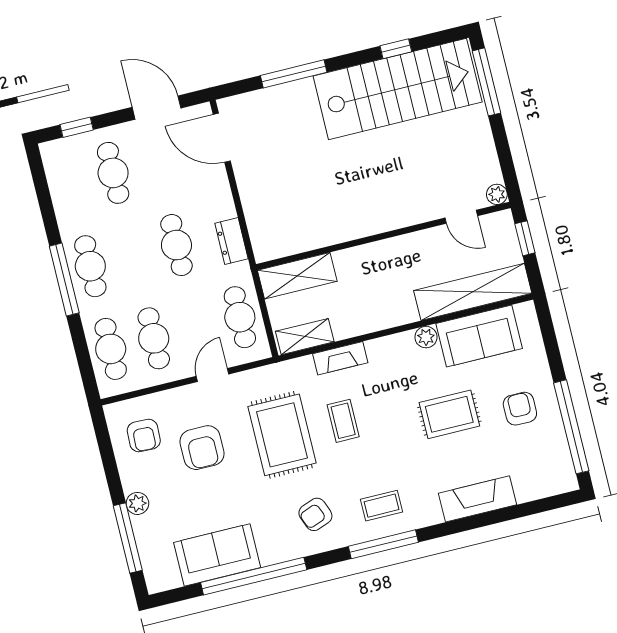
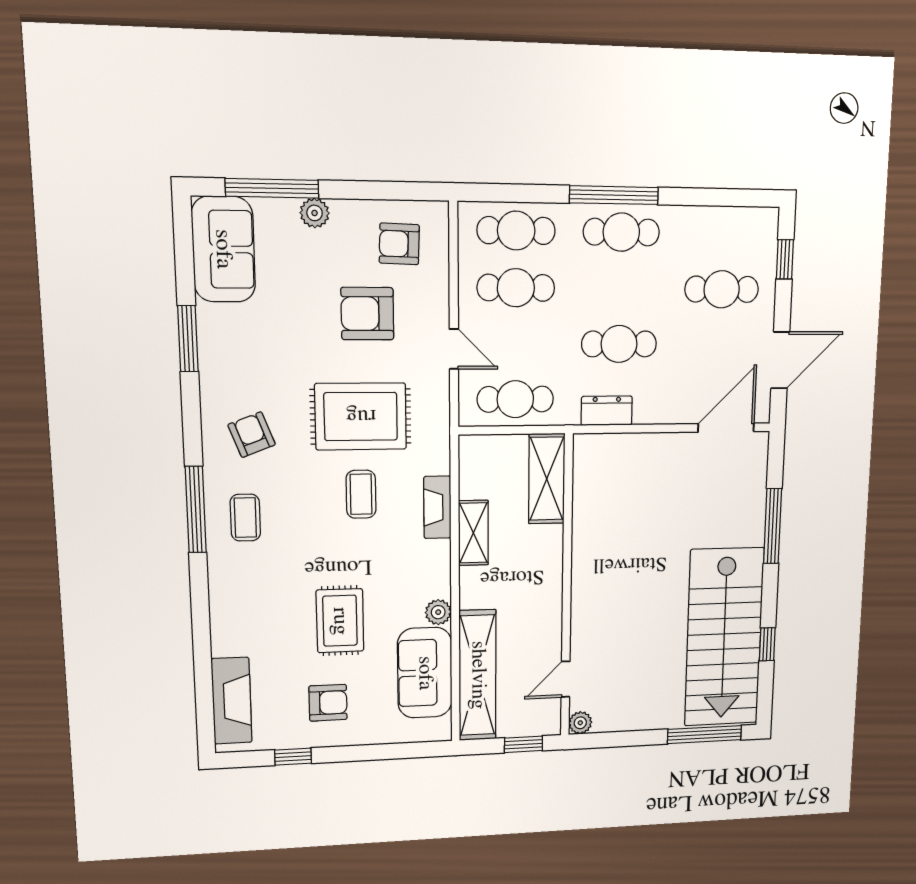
shelving: (305, 337) -> (473, 533), moved
coffee table: (343, 421) -> (361, 494), turned 90
window: (571, 427) -> (293, 757), width x0.32
fireplace: (477, 499) -> (232, 701), moved
sofa: (217, 555) -> (223, 249), moved
window: (254, 576) -> (188, 339), width x0.47

